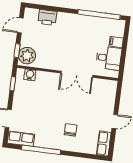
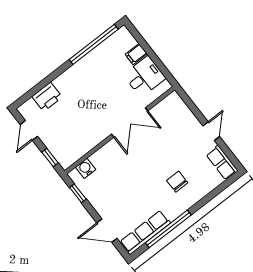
plant: (27, 56) -> (64, 153), removed
row of seats: (21, 139) -> (145, 232), width x1.48

